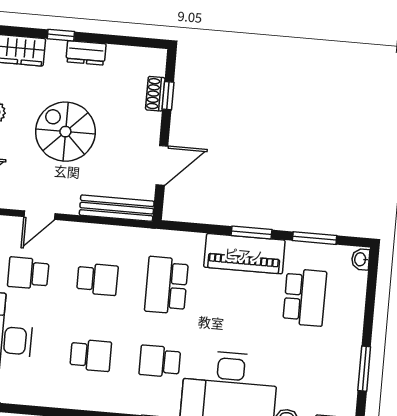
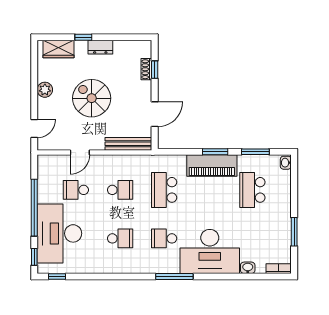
school desk: (305, 297) -> (252, 190), turned 180

